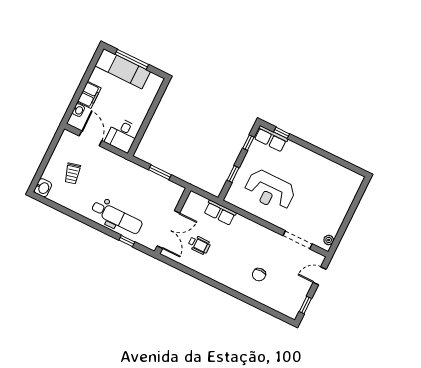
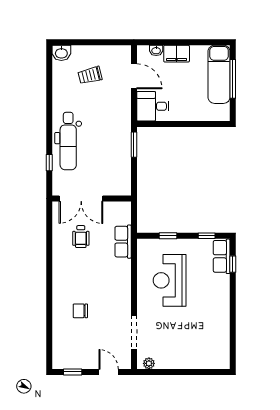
door: (91, 138) -> (134, 76), hinge flipped
window: (160, 172) -> (134, 145), moved

